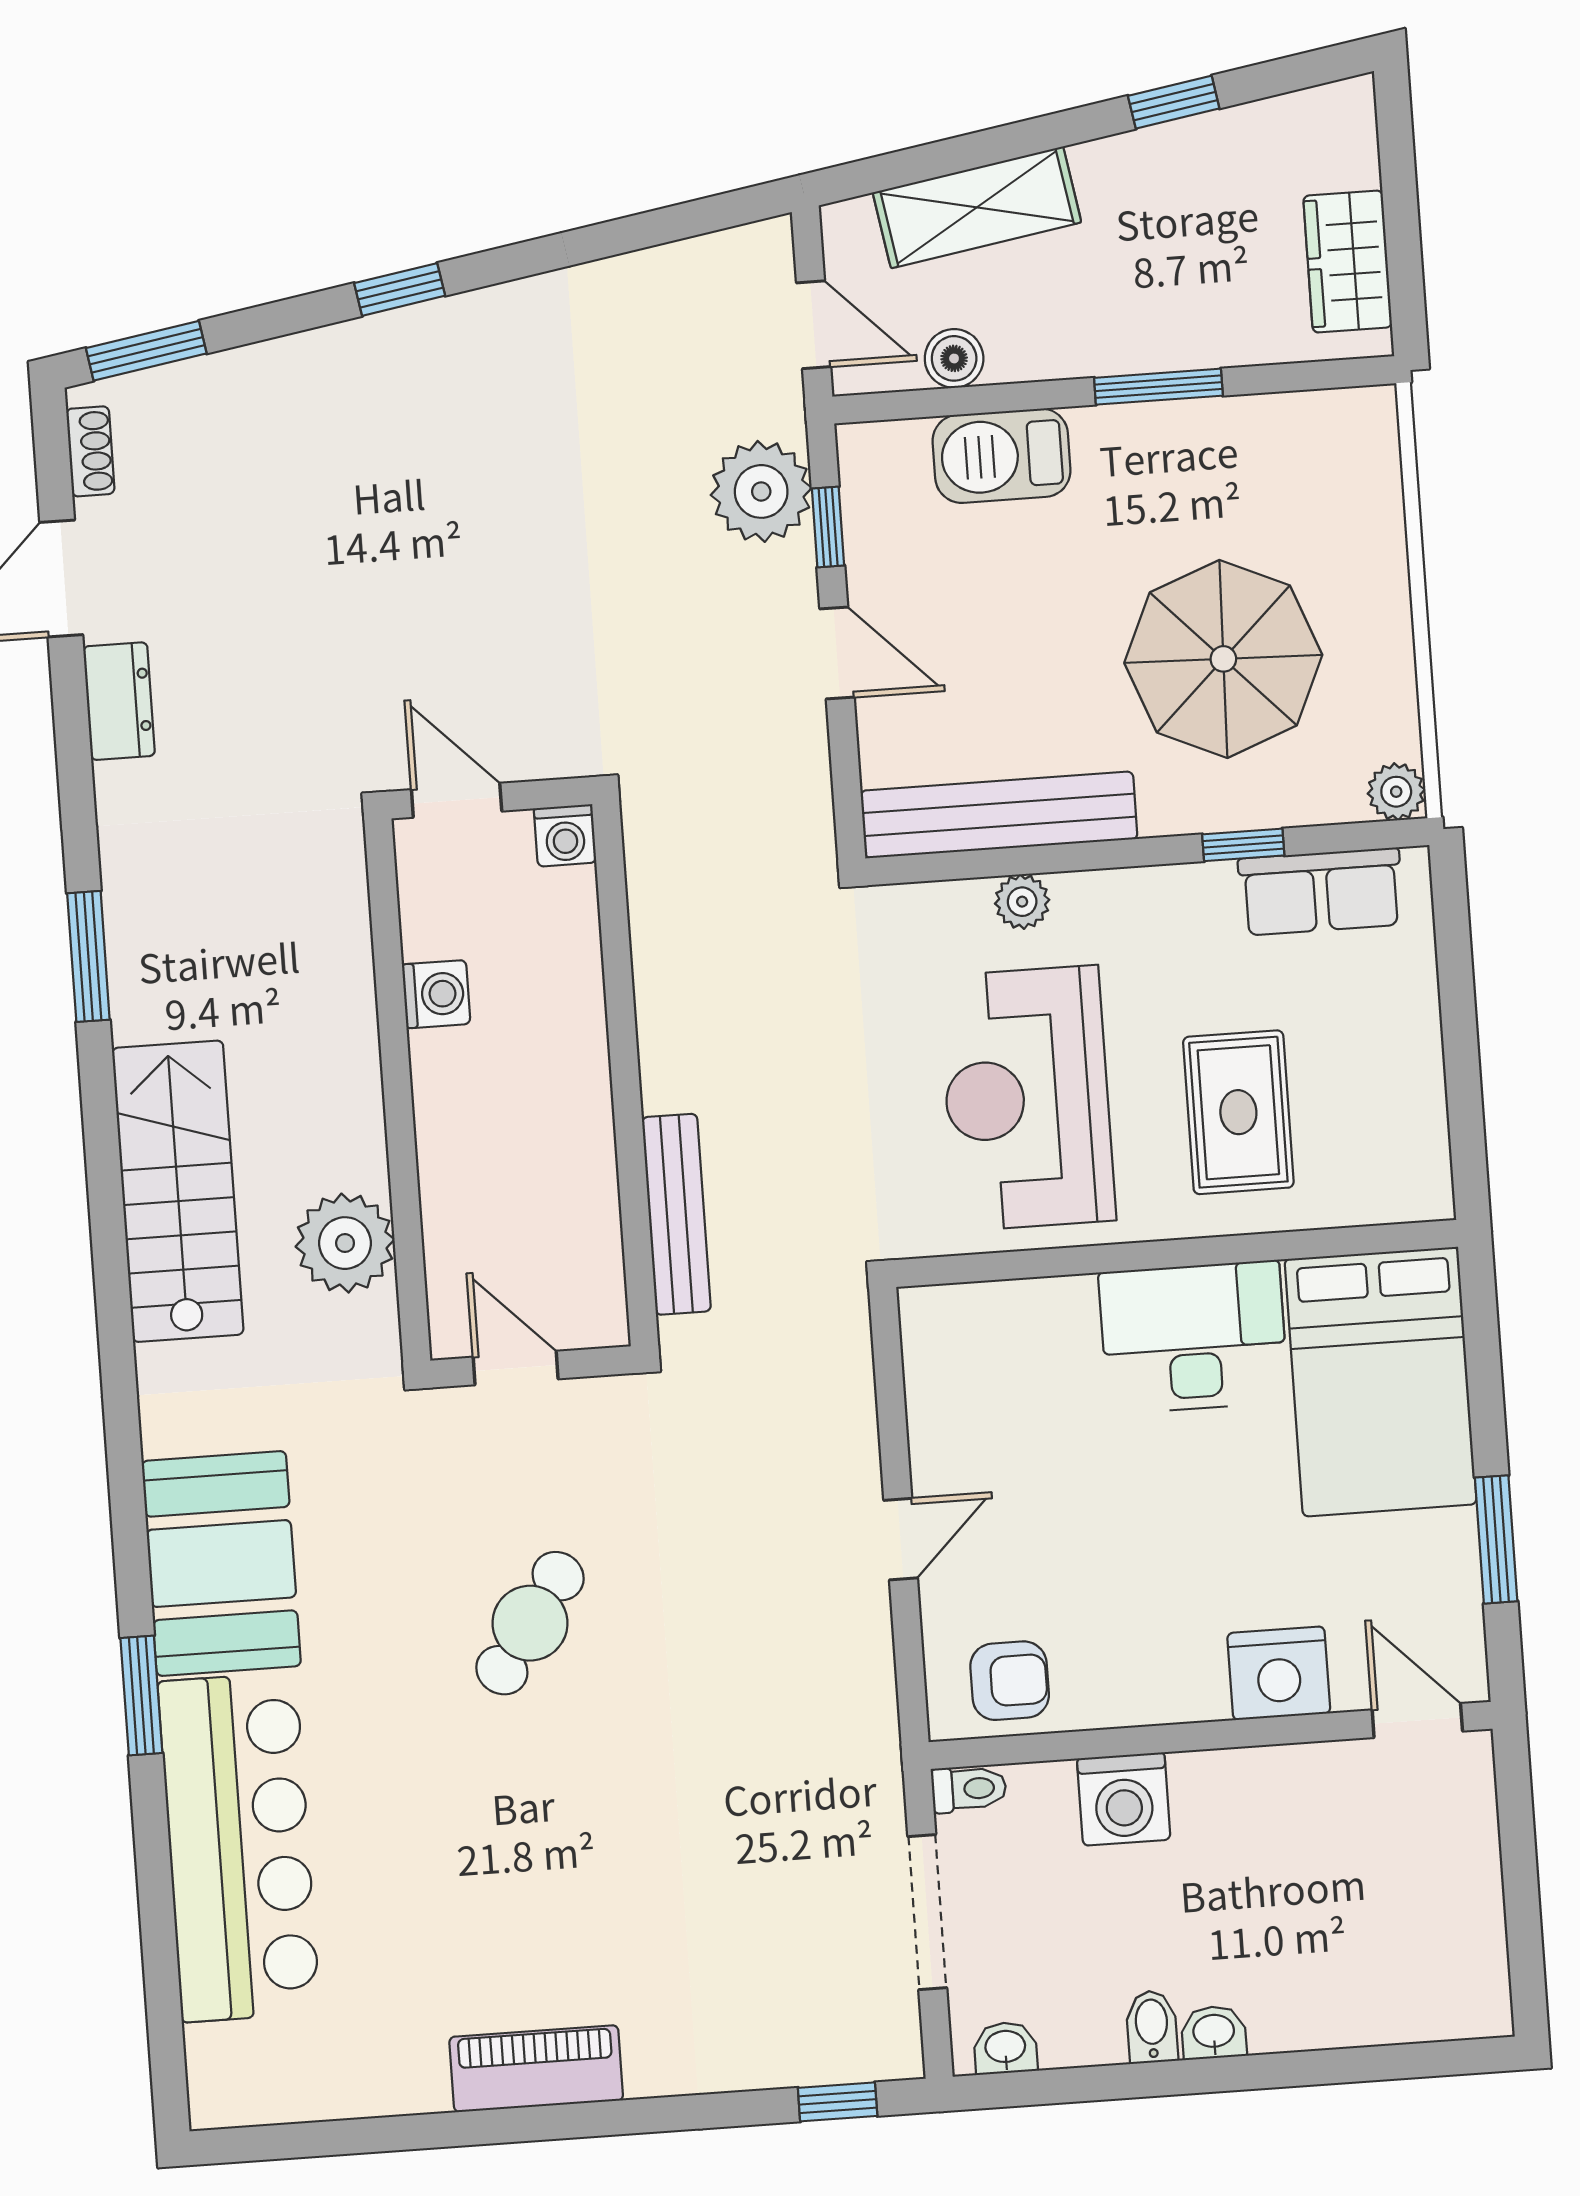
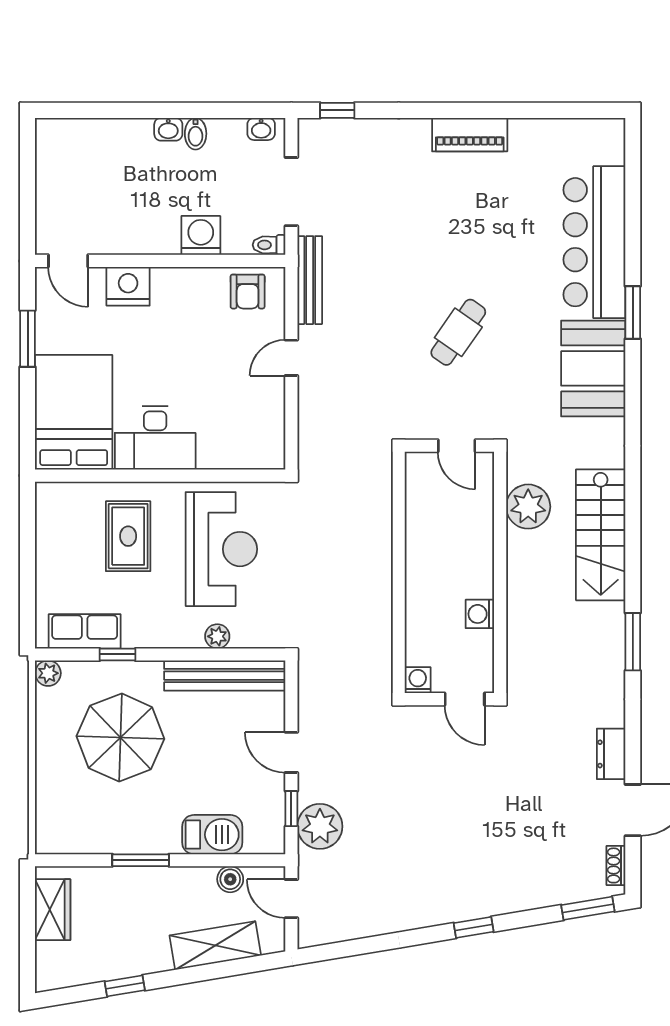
bench: (676, 1214) -> (310, 280), moved
armchair: (1010, 1681) -> (248, 292), turned -90

